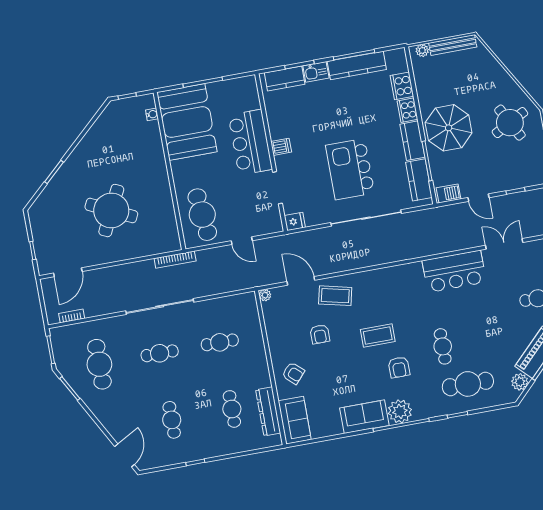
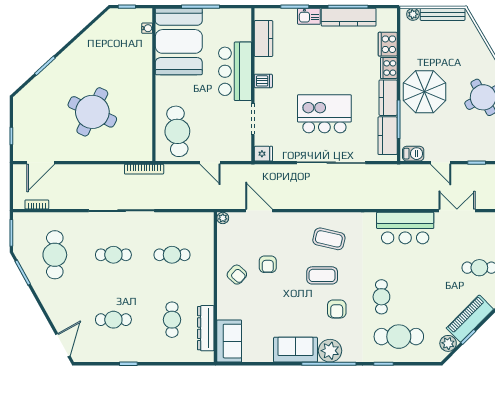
kitchen counter: (285, 79) -> (264, 39), moved, turned -90
kitchen island: (350, 169) -> (324, 114), turned 90
coffee table: (335, 296) -> (329, 239), moved
armchair: (293, 373) -> (237, 275), moved
cafe table: (172, 420) -> (113, 320), turned 90

